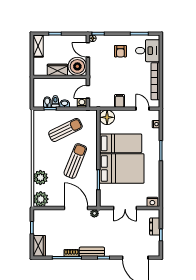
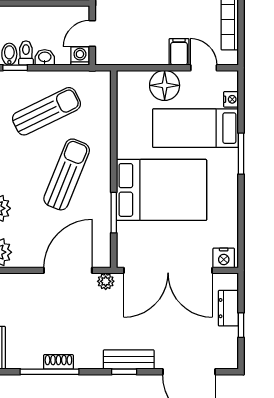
filing cabinet: (120, 101) -> (179, 52), moved
floor lamp: (107, 117) -> (165, 85), moved
bed: (121, 143) -> (196, 128), moved, turned 180
door: (76, 208) -> (68, 270), hinge flipped
double door: (125, 208) -> (168, 270), width x1.87
bench: (92, 252) -> (129, 359), moved

